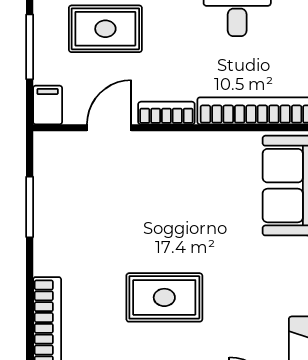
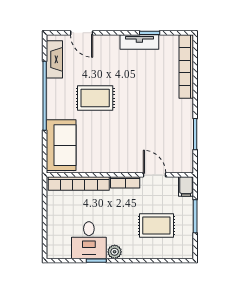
door: (109, 128) -> (154, 175), swing flipped
rug: (164, 297) -> (95, 98), moved

